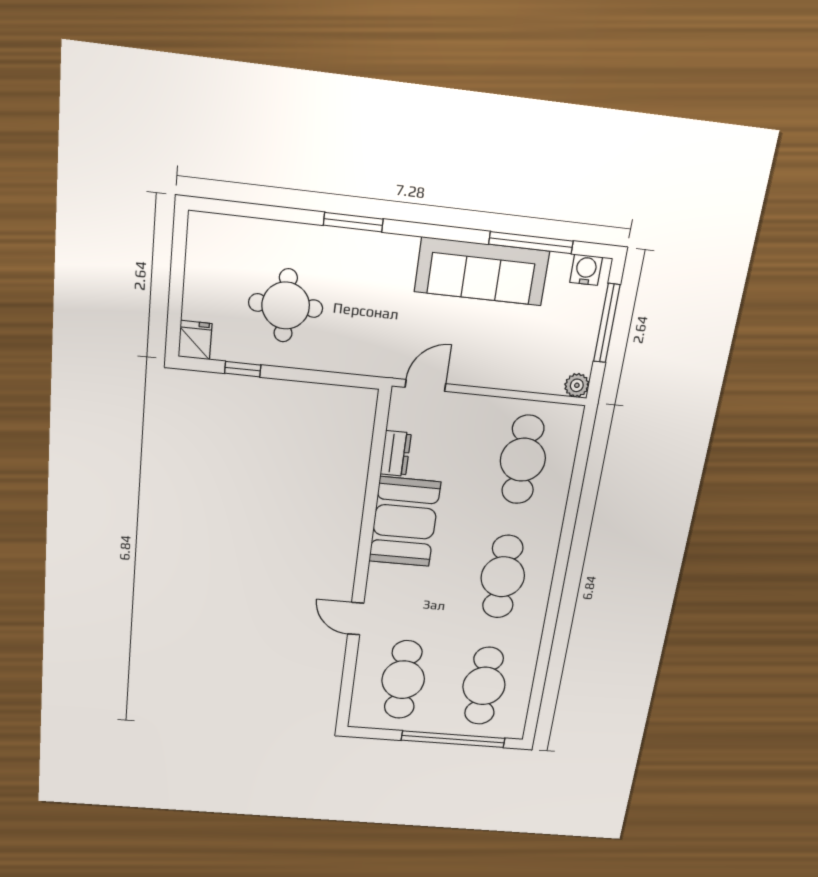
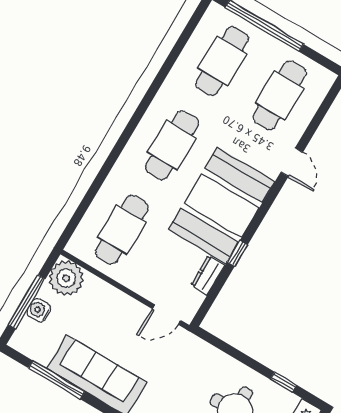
water cooler: (586, 270) -> (39, 310), moved, turned 90
plant: (577, 385) -> (66, 278), width x1.87, depth x1.87
window: (372, 494) -> (237, 253), added
booth: (405, 522) -> (222, 205), width x1.36, depth x1.42

